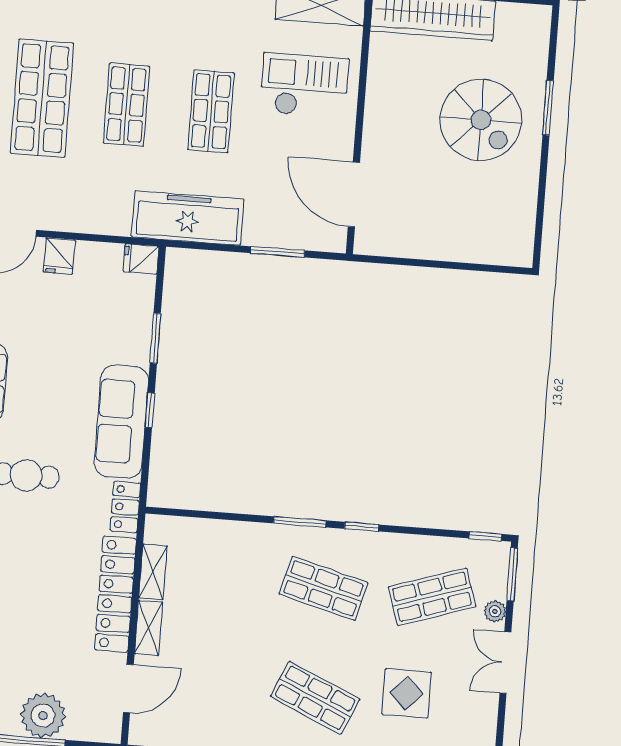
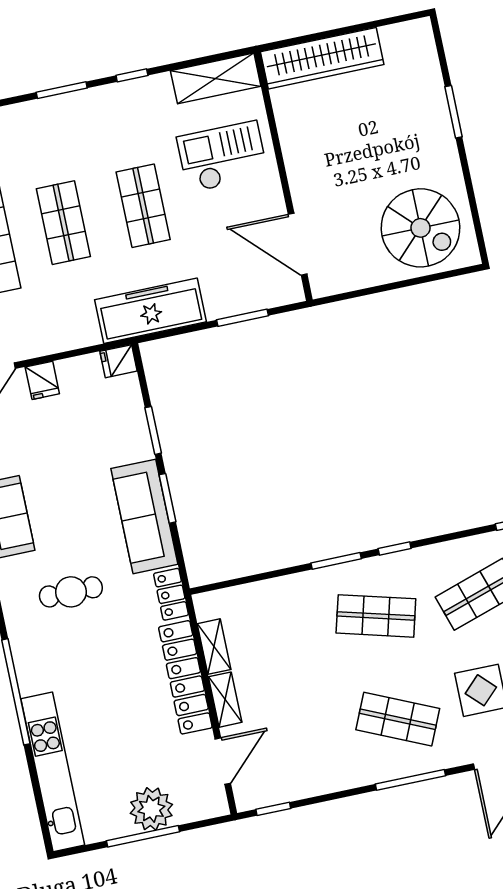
spiral stairs: (481, 120) -> (420, 228), moved
window: (150, 410) -> (167, 498), width x1.50

